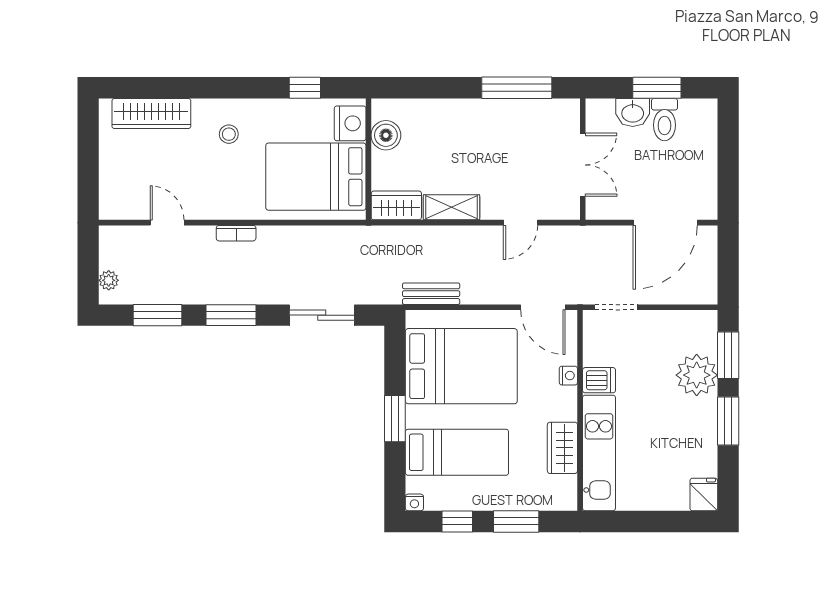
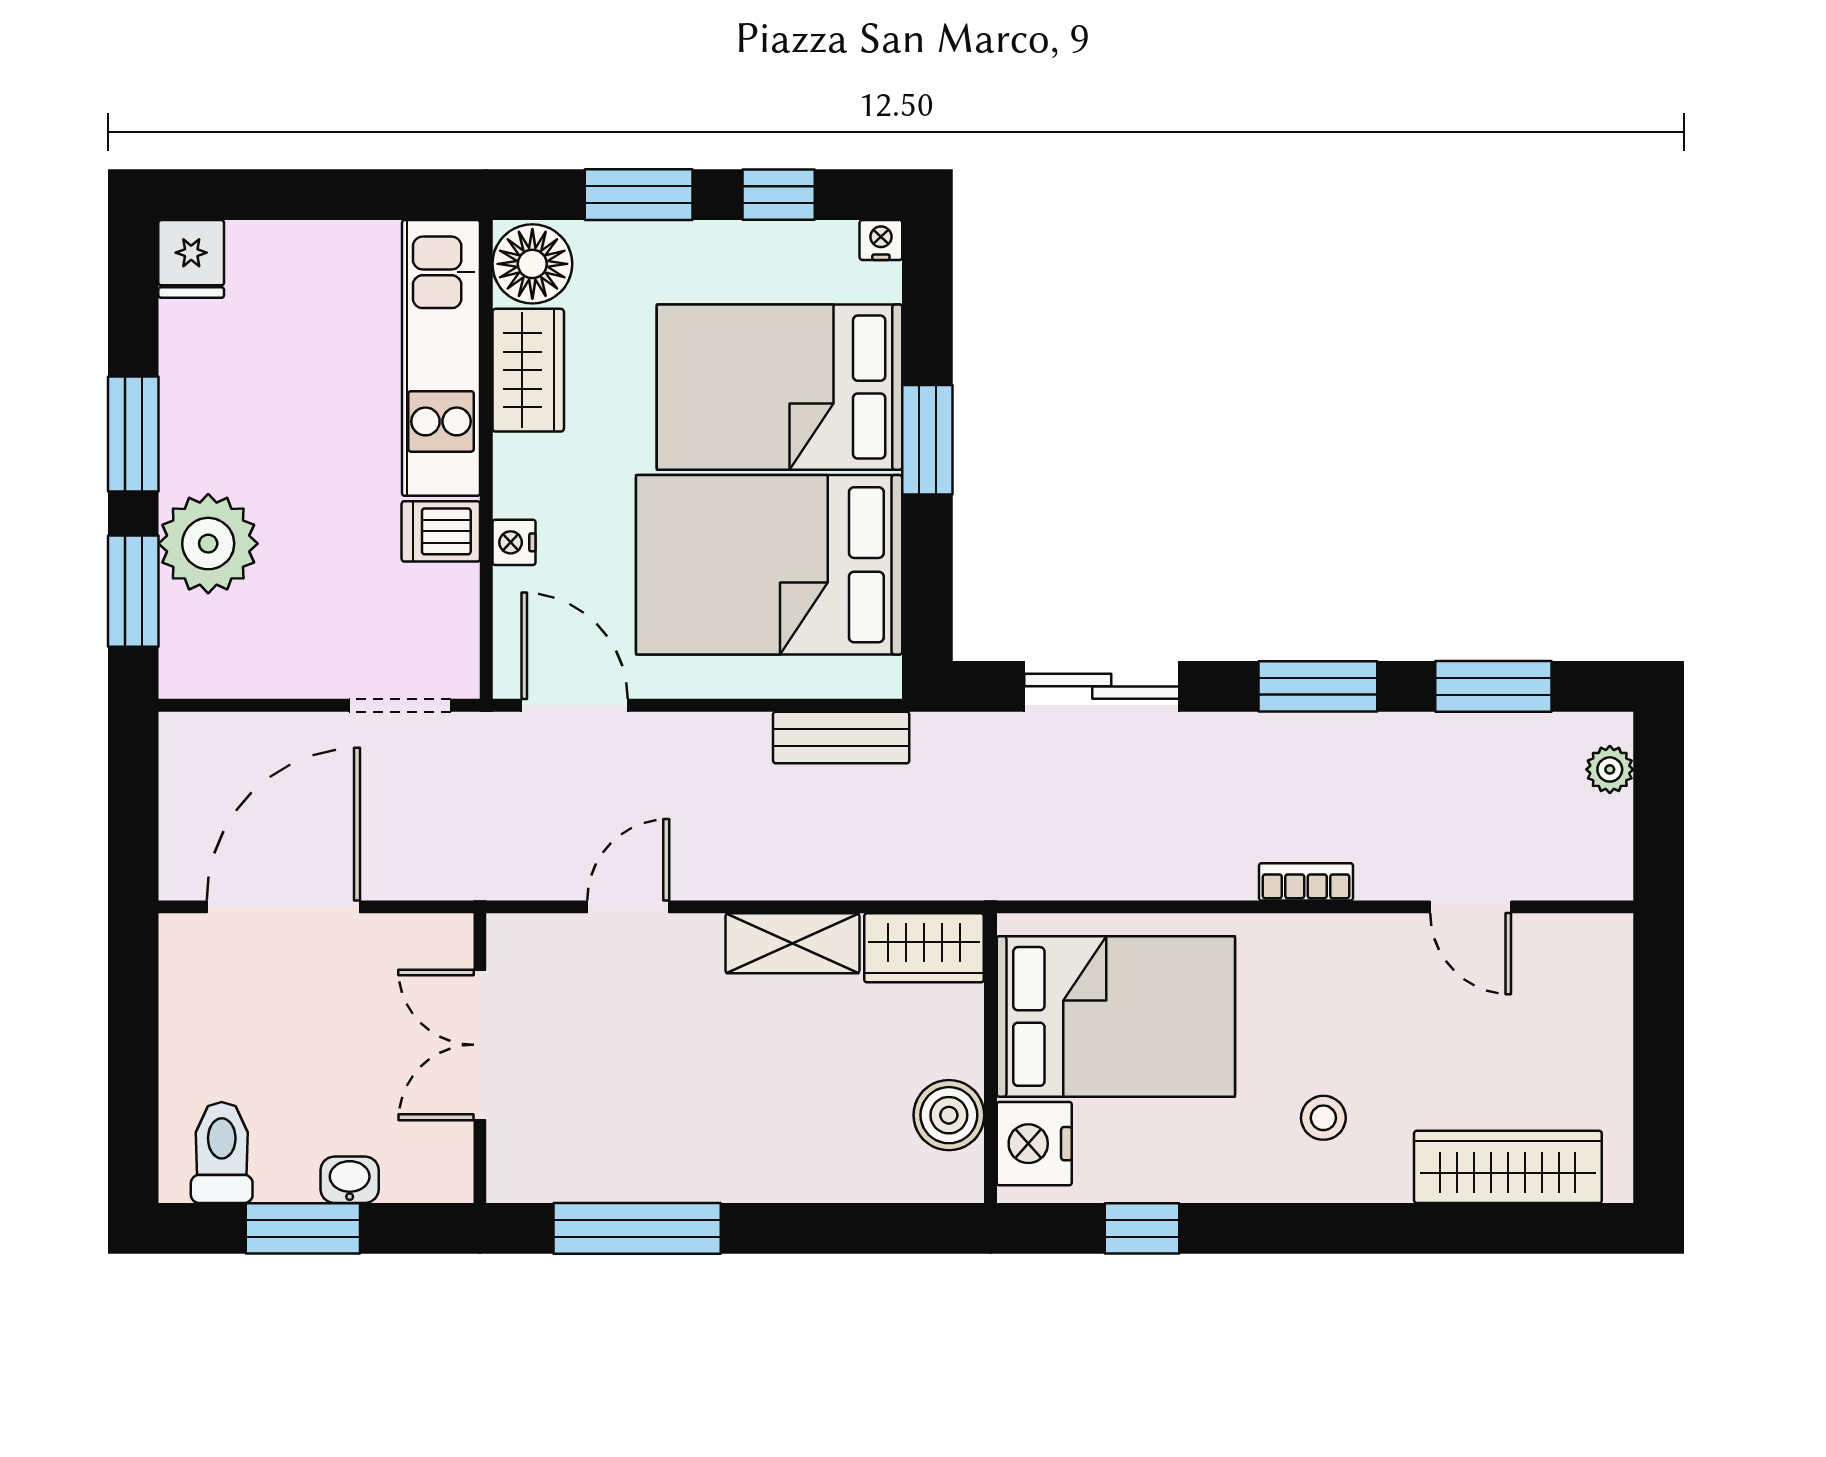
washbasin: (633, 113) -> (350, 1180), width x0.72, depth x0.69
toilet: (664, 120) -> (222, 1153), moved
bed: (457, 452) -> (780, 387), width x1.50
floor lamp: (561, 492) -> (532, 264), added

